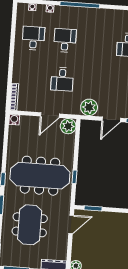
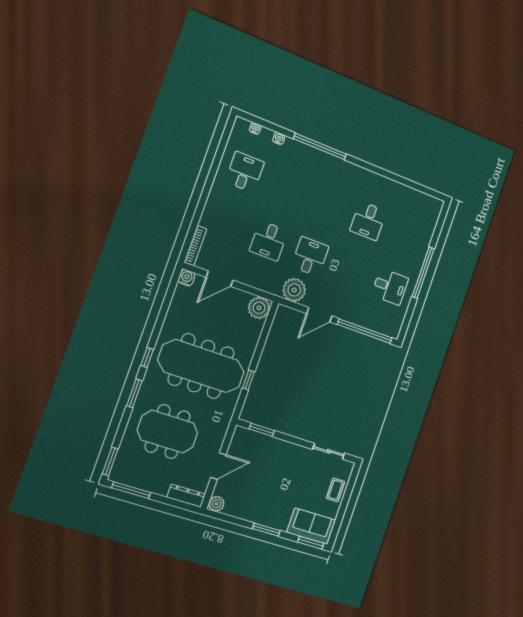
desk: (65, 40) -> (310, 256), moved
door: (50, 115) -> (220, 279), moved
door: (71, 224) -> (218, 466), moved
meeting table: (30, 225) -> (168, 432), turned 90

